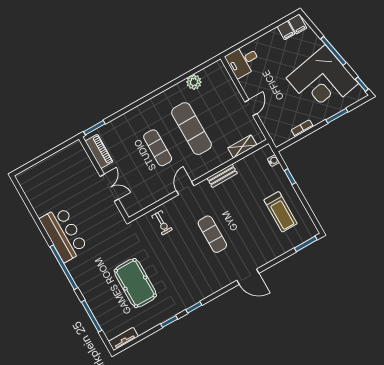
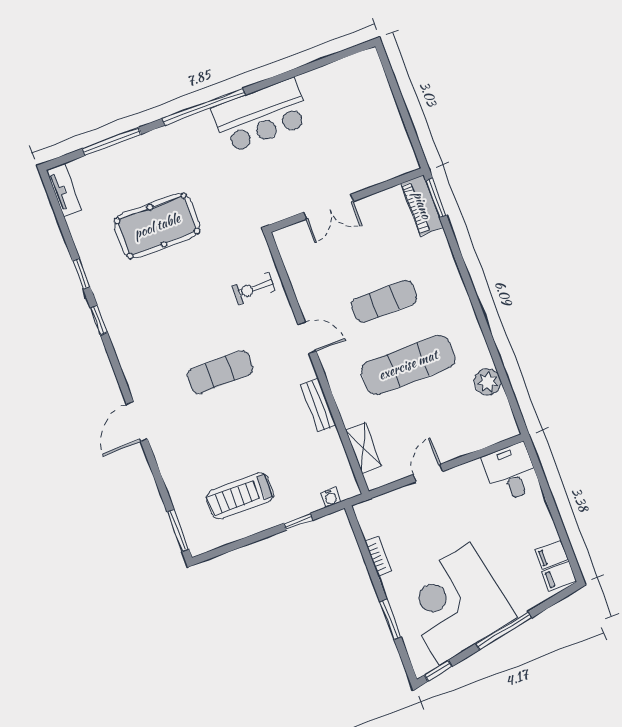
door: (251, 108) -> (428, 473), swing flipped
piano: (99, 151) -> (422, 205), moved, turned 90

